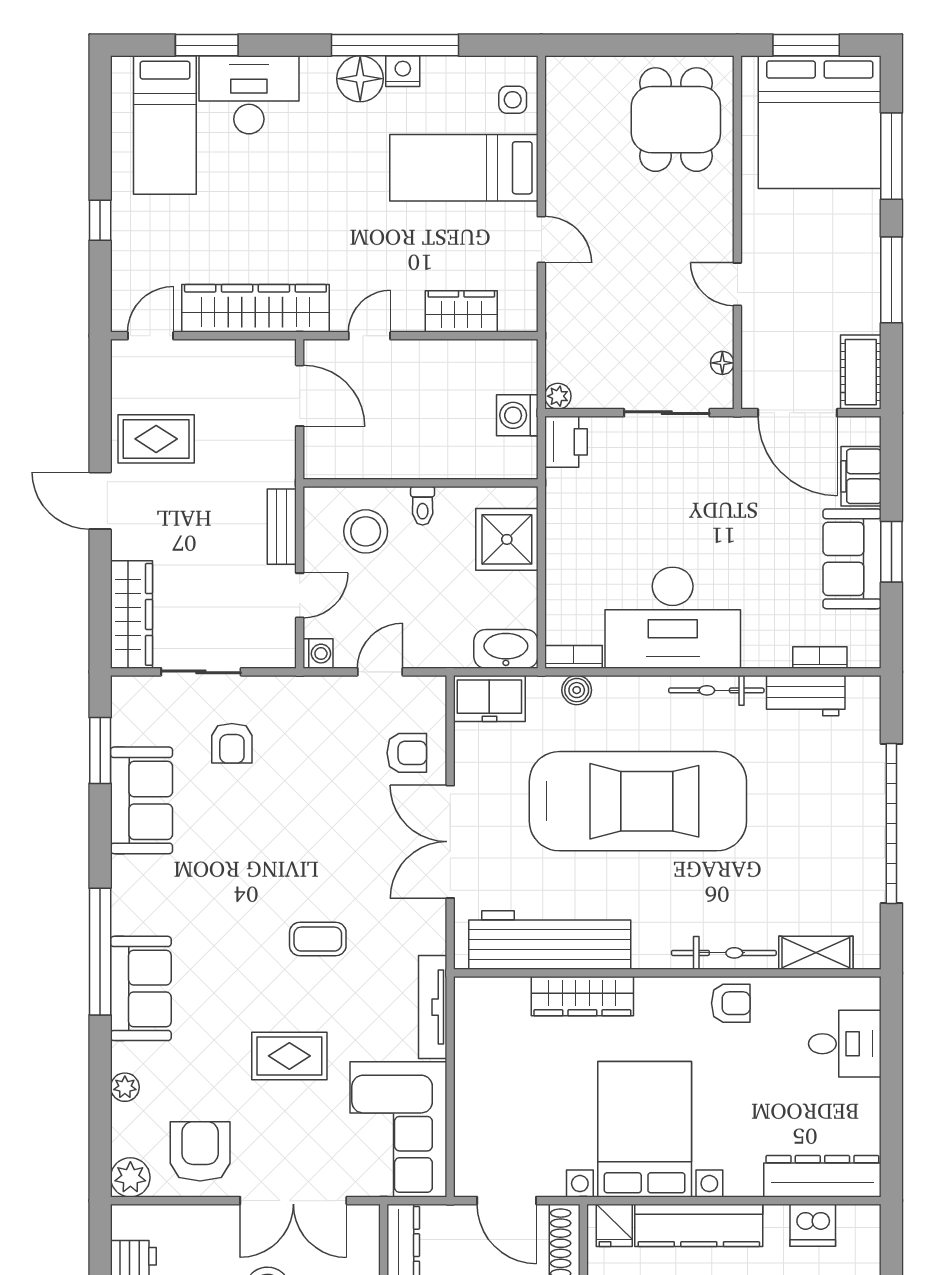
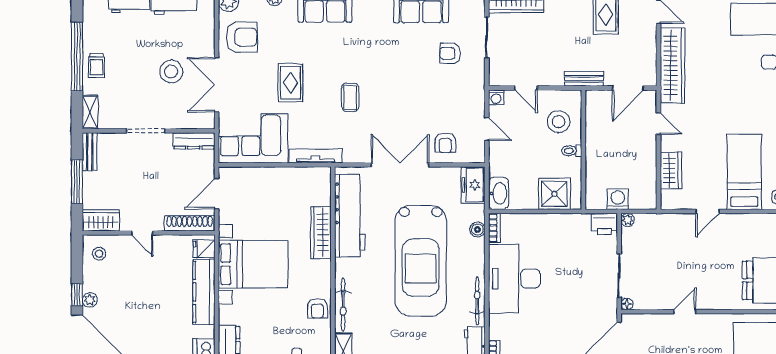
floor lamp: (722, 363) -> (627, 304), moved
bench: (282, 527) -> (584, 79), moved

